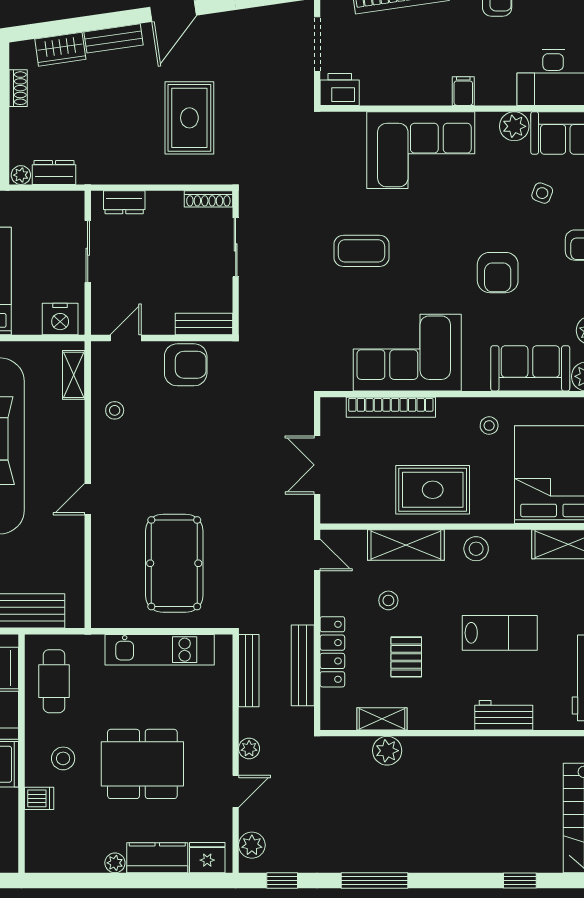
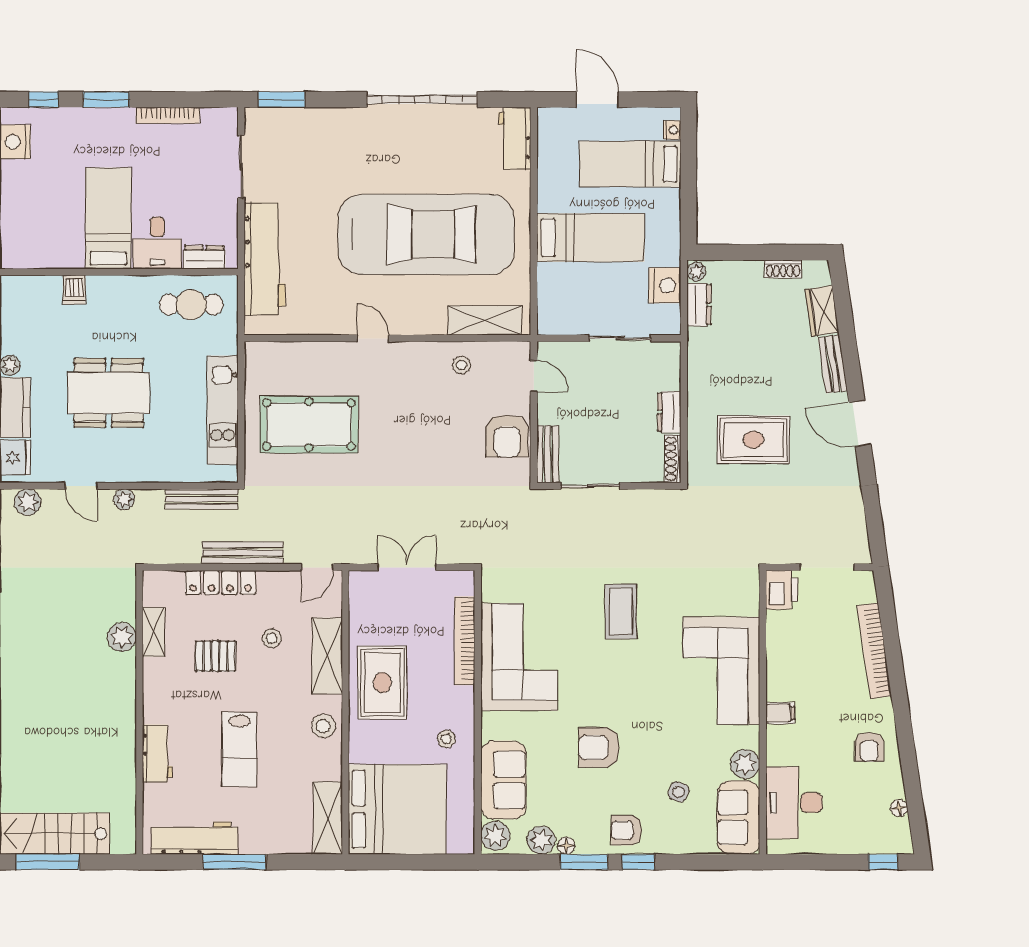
dresser: (124, 202) -> (669, 412), moved
sliding door: (236, 247) -> (590, 486), moved
nightstand: (60, 319) -> (665, 285), moved, turned 180
shelving: (74, 375) -> (485, 321), width x1.50, depth x1.33
bench: (303, 665) -> (243, 553), moved
stool: (63, 758) -> (114, 314), removed
dining table: (142, 764) -> (109, 393), turned 90

